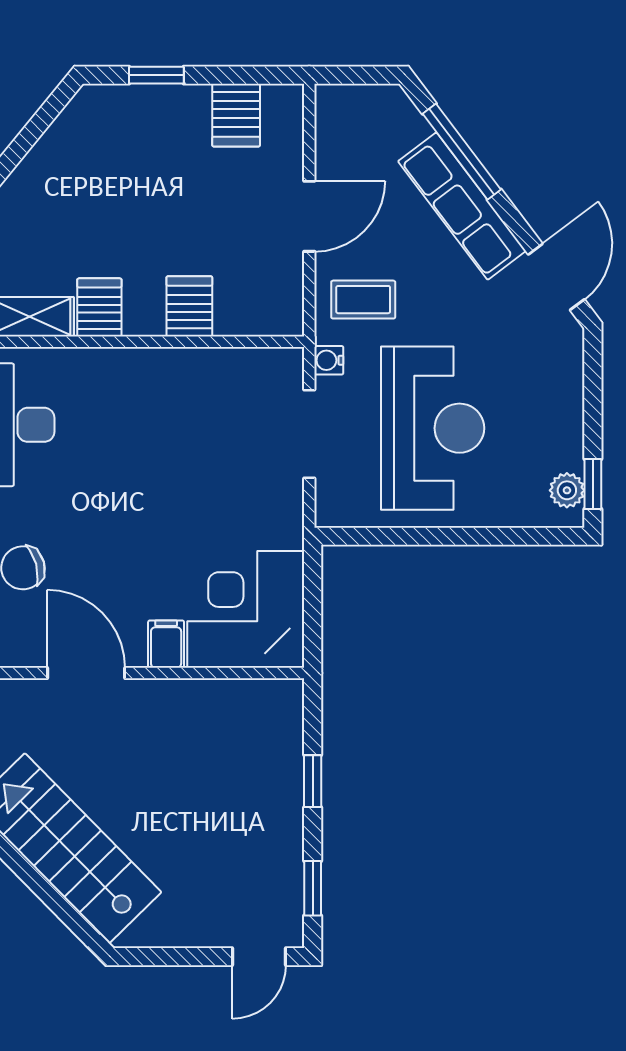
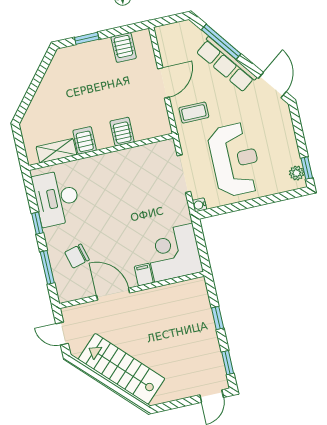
water cooler: (329, 360) -> (199, 205), moved

